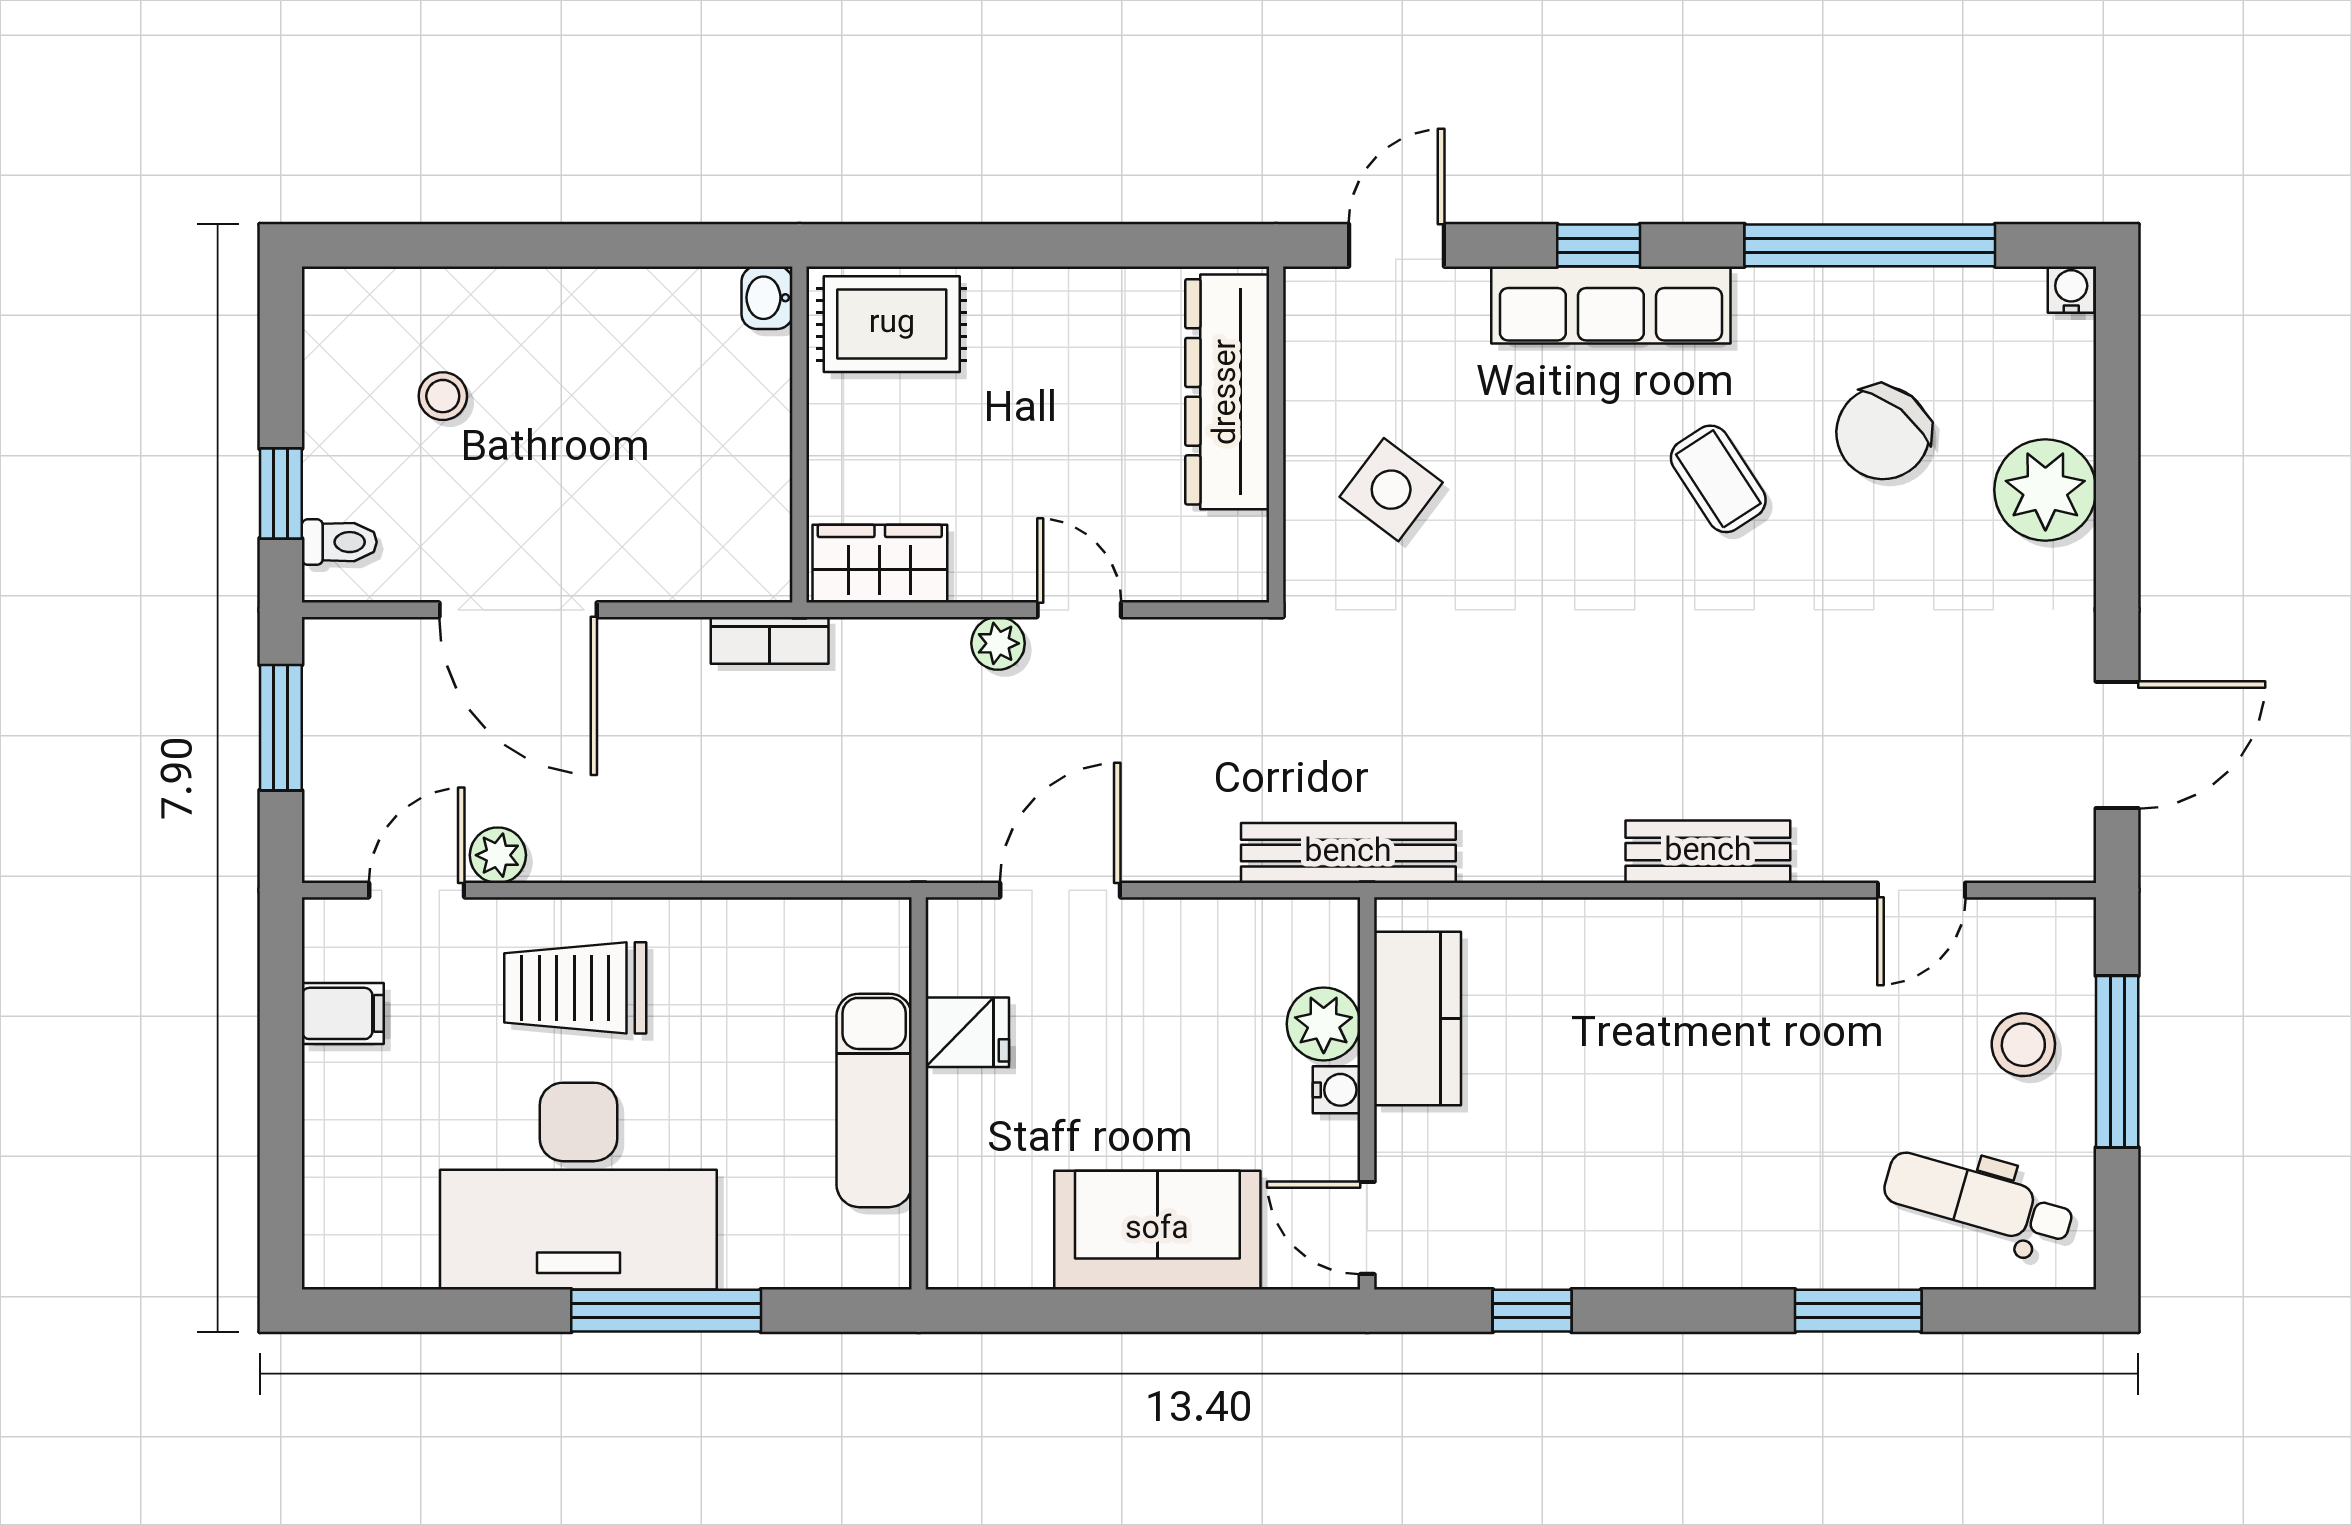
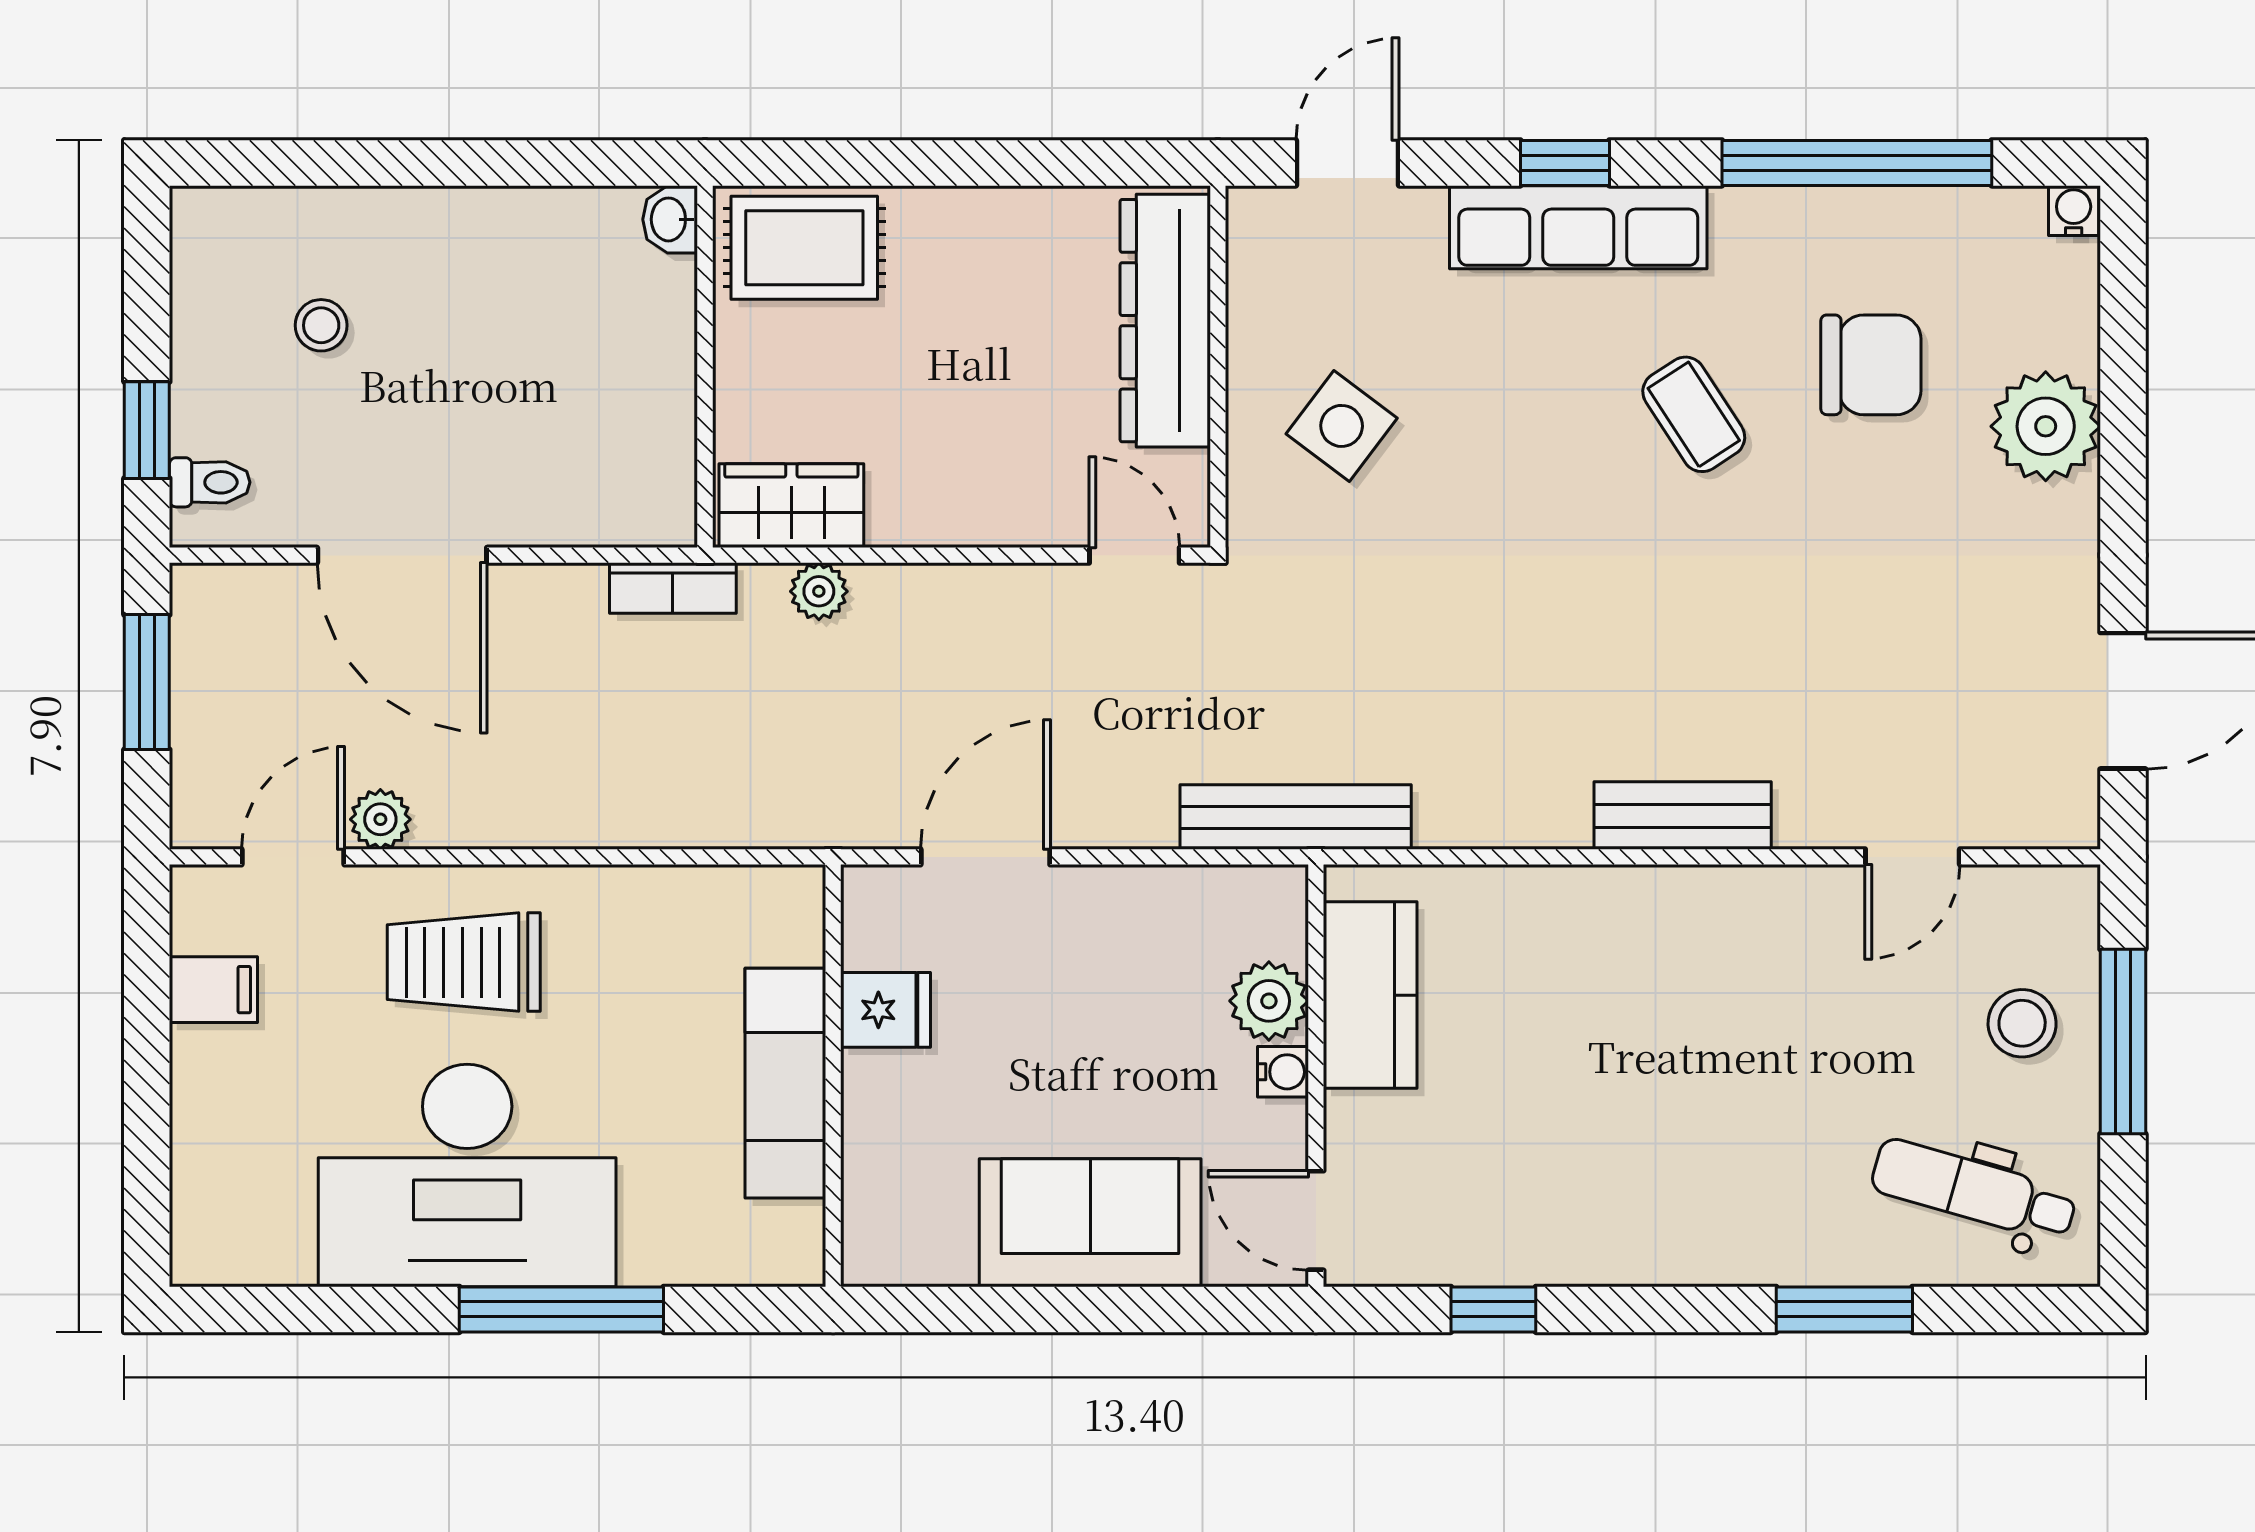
chair: (1883, 433) -> (1871, 365), turned -128
door: (1079, 610) -> (1134, 555), moved
plant: (998, 643) -> (819, 591), moved

